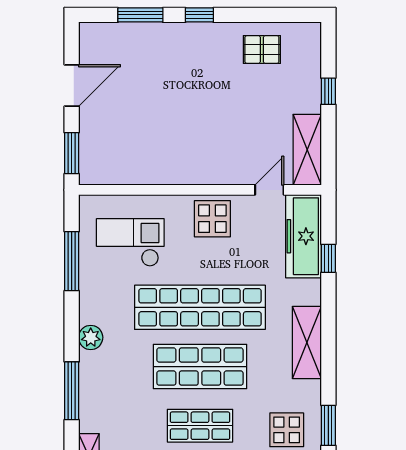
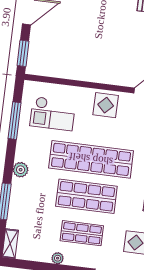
checkout: (130, 243) -> (53, 114), turned 180

